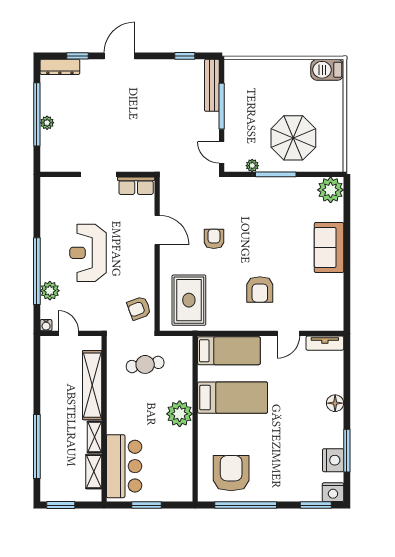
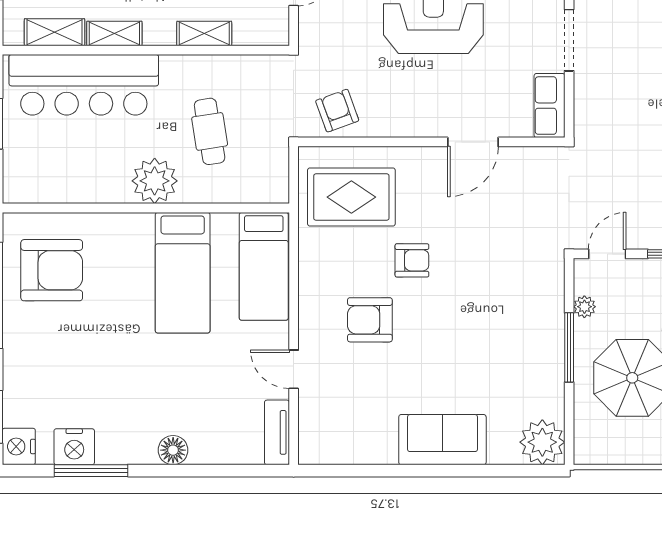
armchair: (214, 239) -> (412, 260), moved
cafe table: (145, 364) -> (210, 131), moved
shelving: (92, 385) -> (204, 34), width x0.45, depth x0.75
bar counter: (124, 466) -> (84, 85), width x1.36

